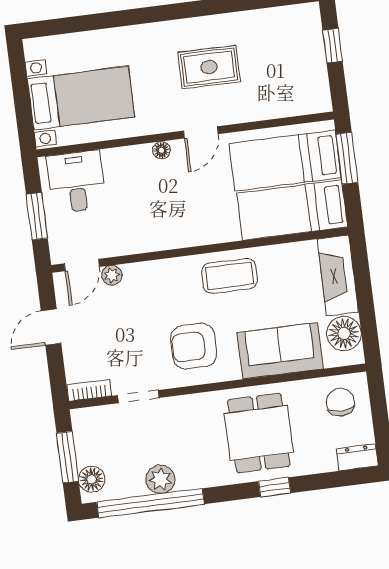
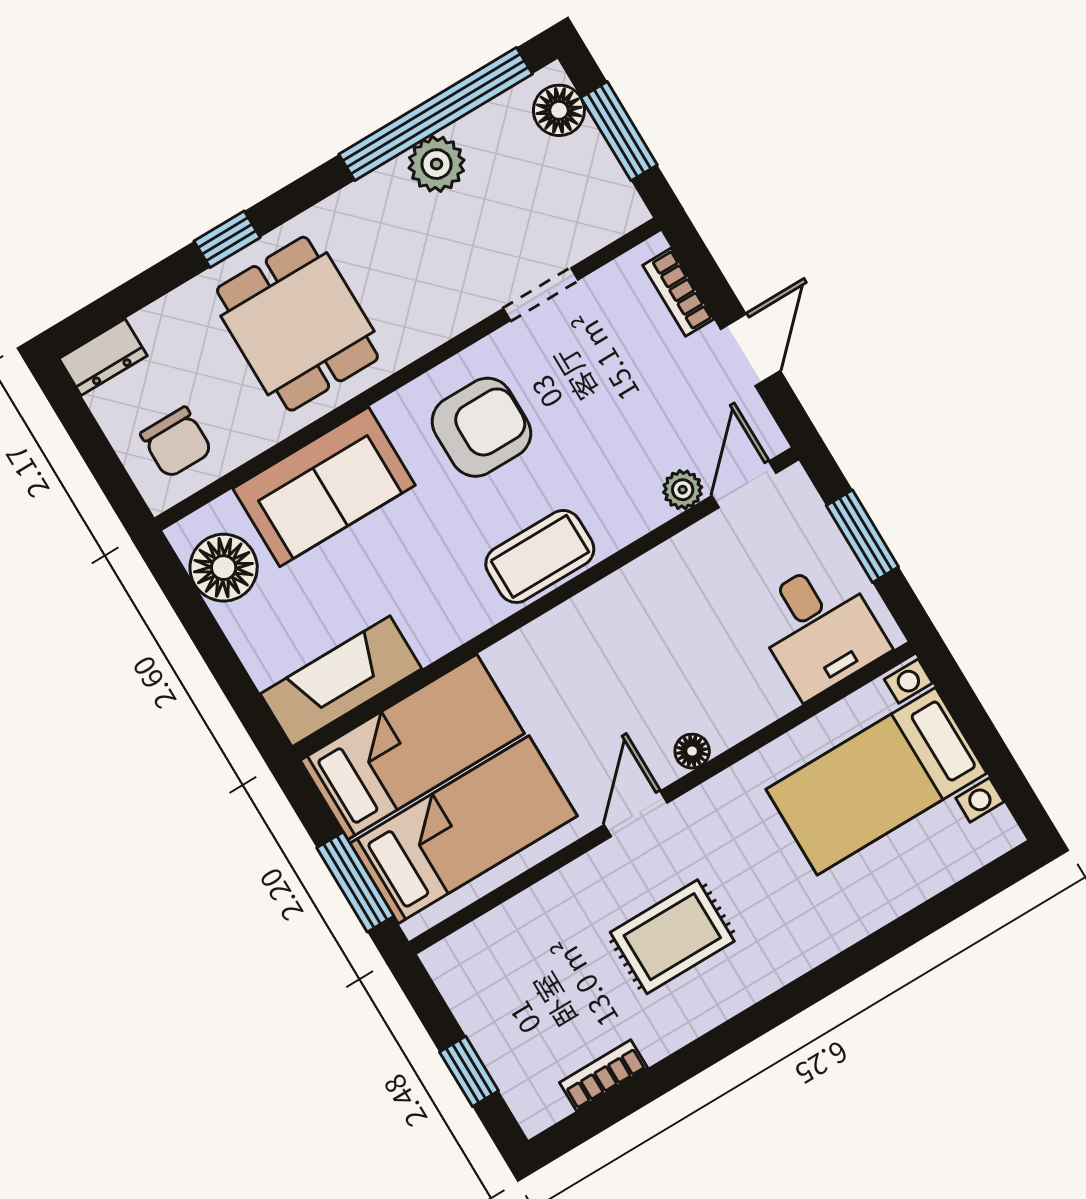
bookcase: (270, 16) -> (604, 1075), added
fireplace: (338, 275) -> (341, 681), moved, turned -90
coffee table: (230, 276) -> (540, 556), moved
bookcase: (89, 390) -> (678, 292), moved, turned 90

